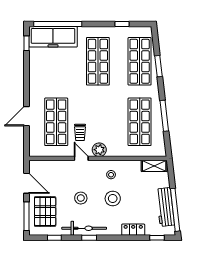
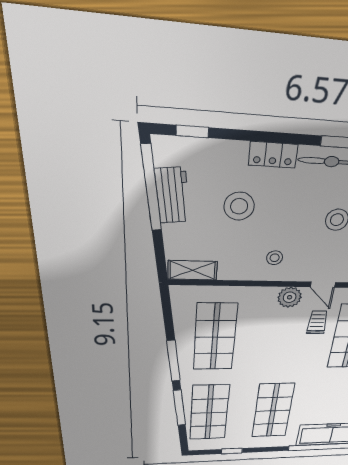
window: (159, 66) -> (179, 408), width x1.44
window: (164, 116) -> (173, 361), moved
stool: (113, 199) -> (239, 206), moved
workbench: (165, 207) -> (173, 195), width x0.73
locker: (133, 230) -> (273, 155), moved

